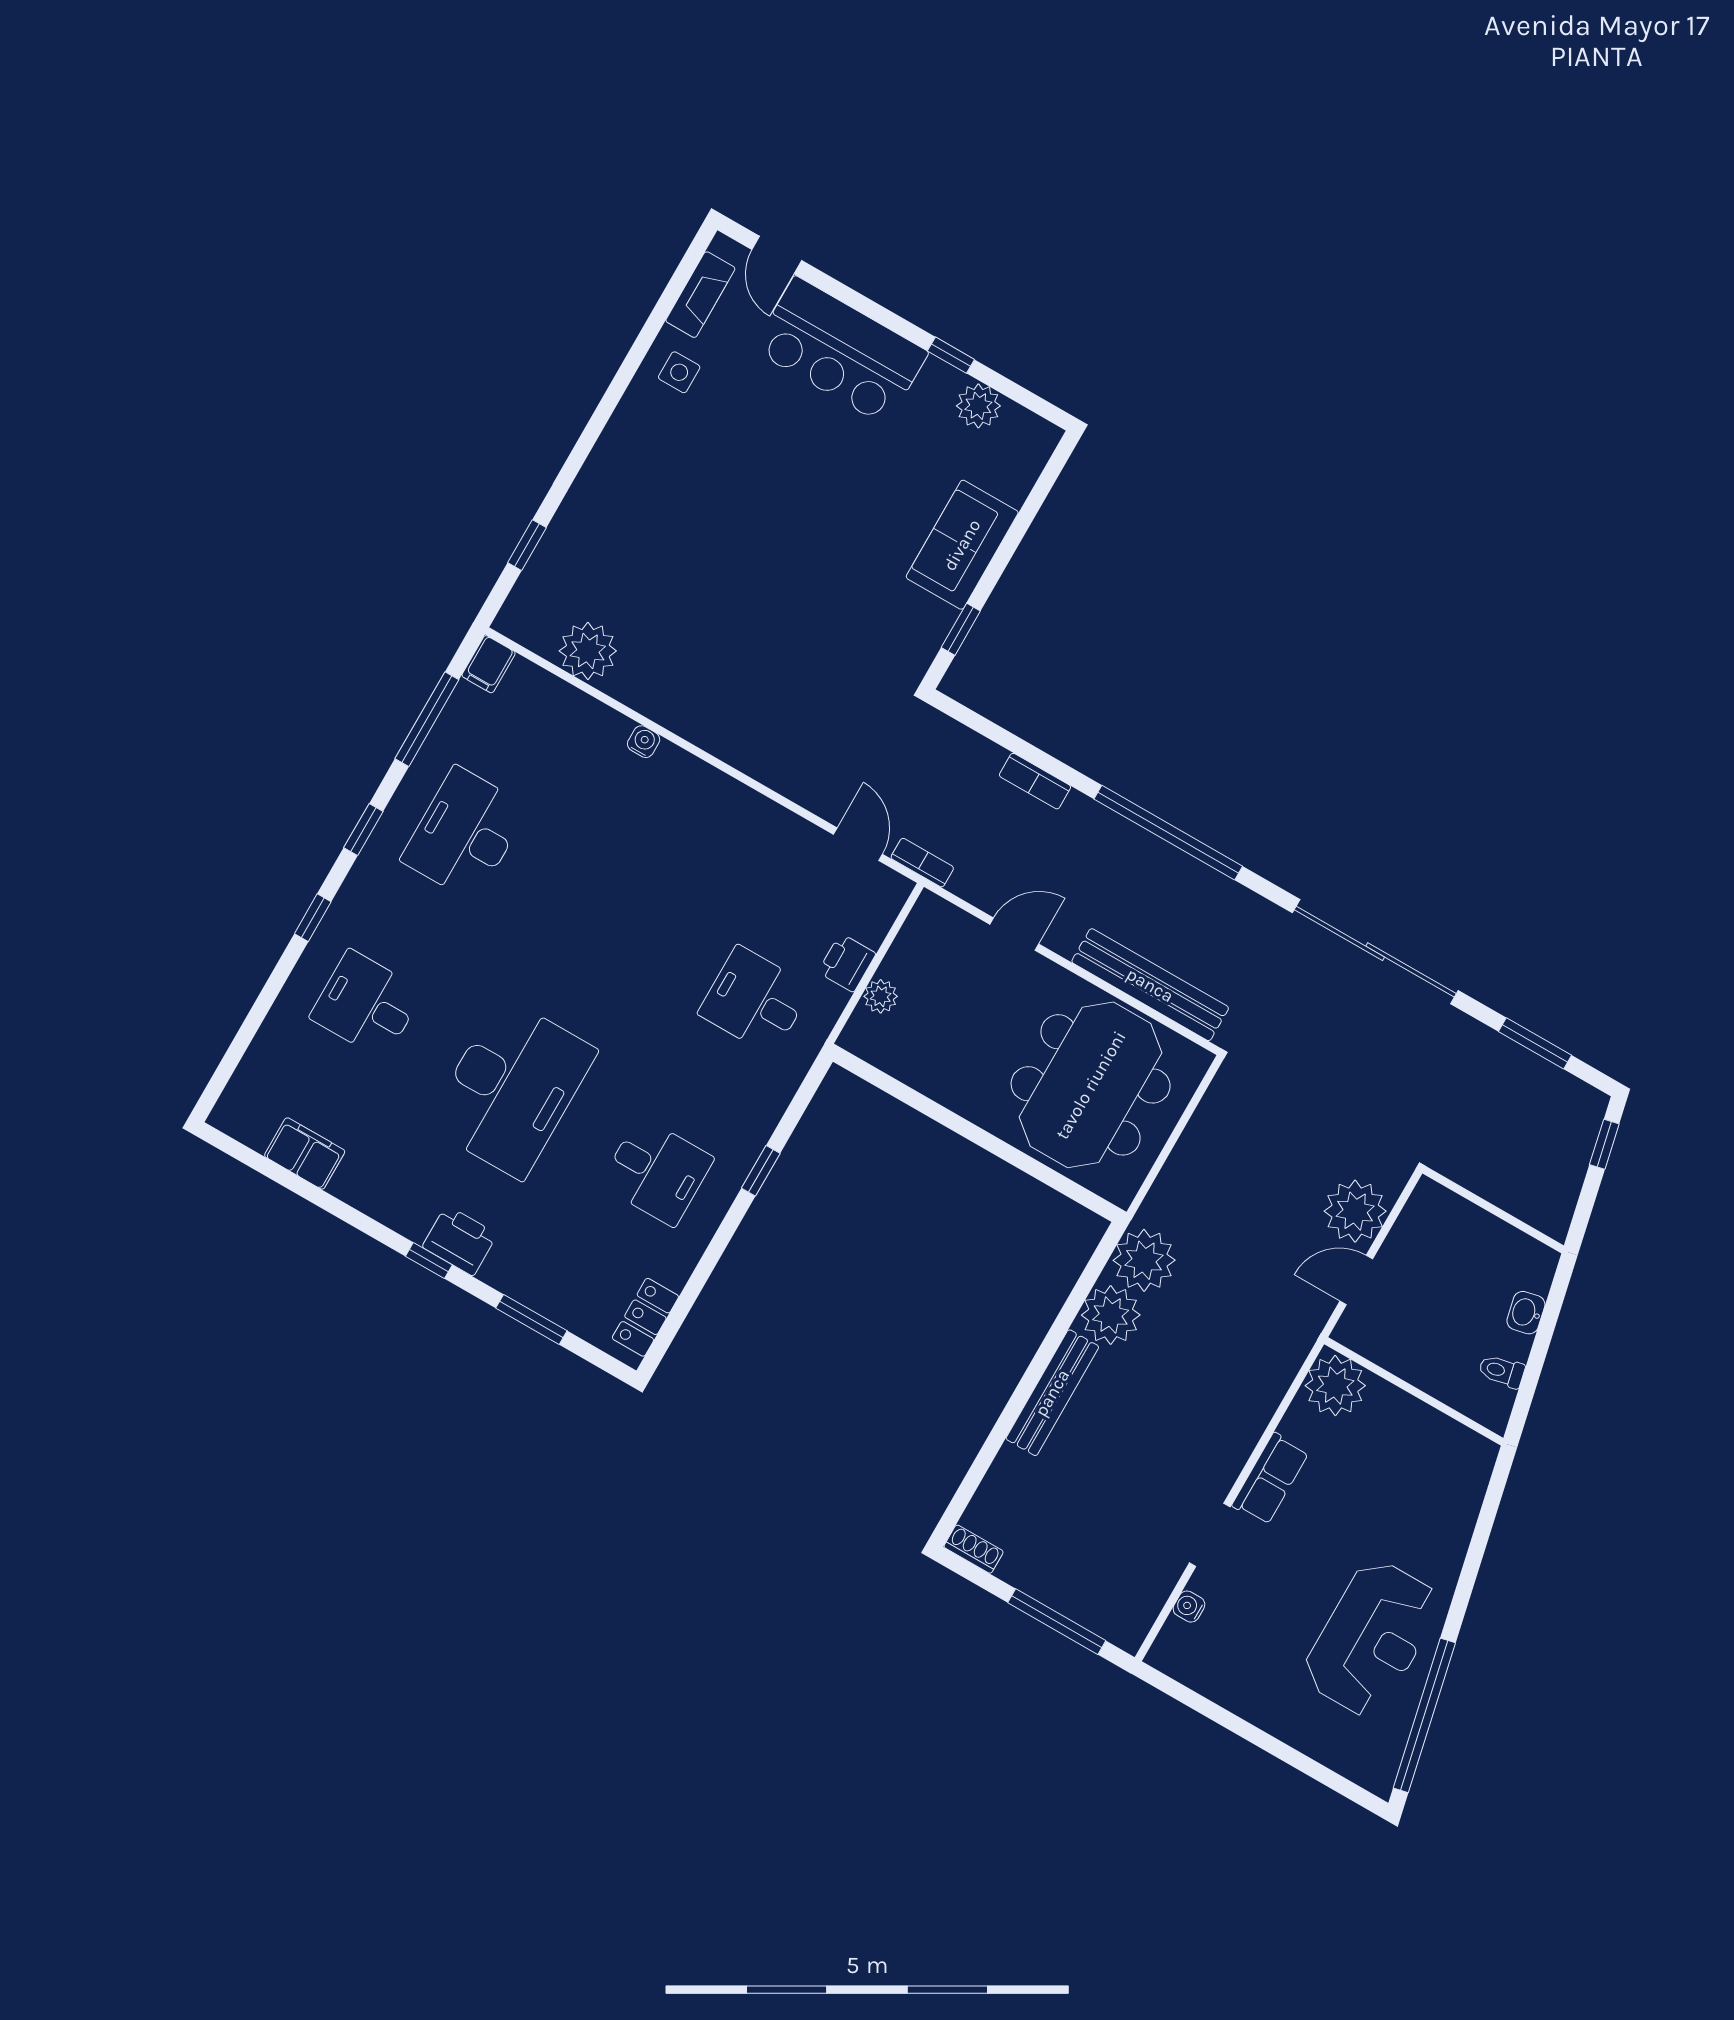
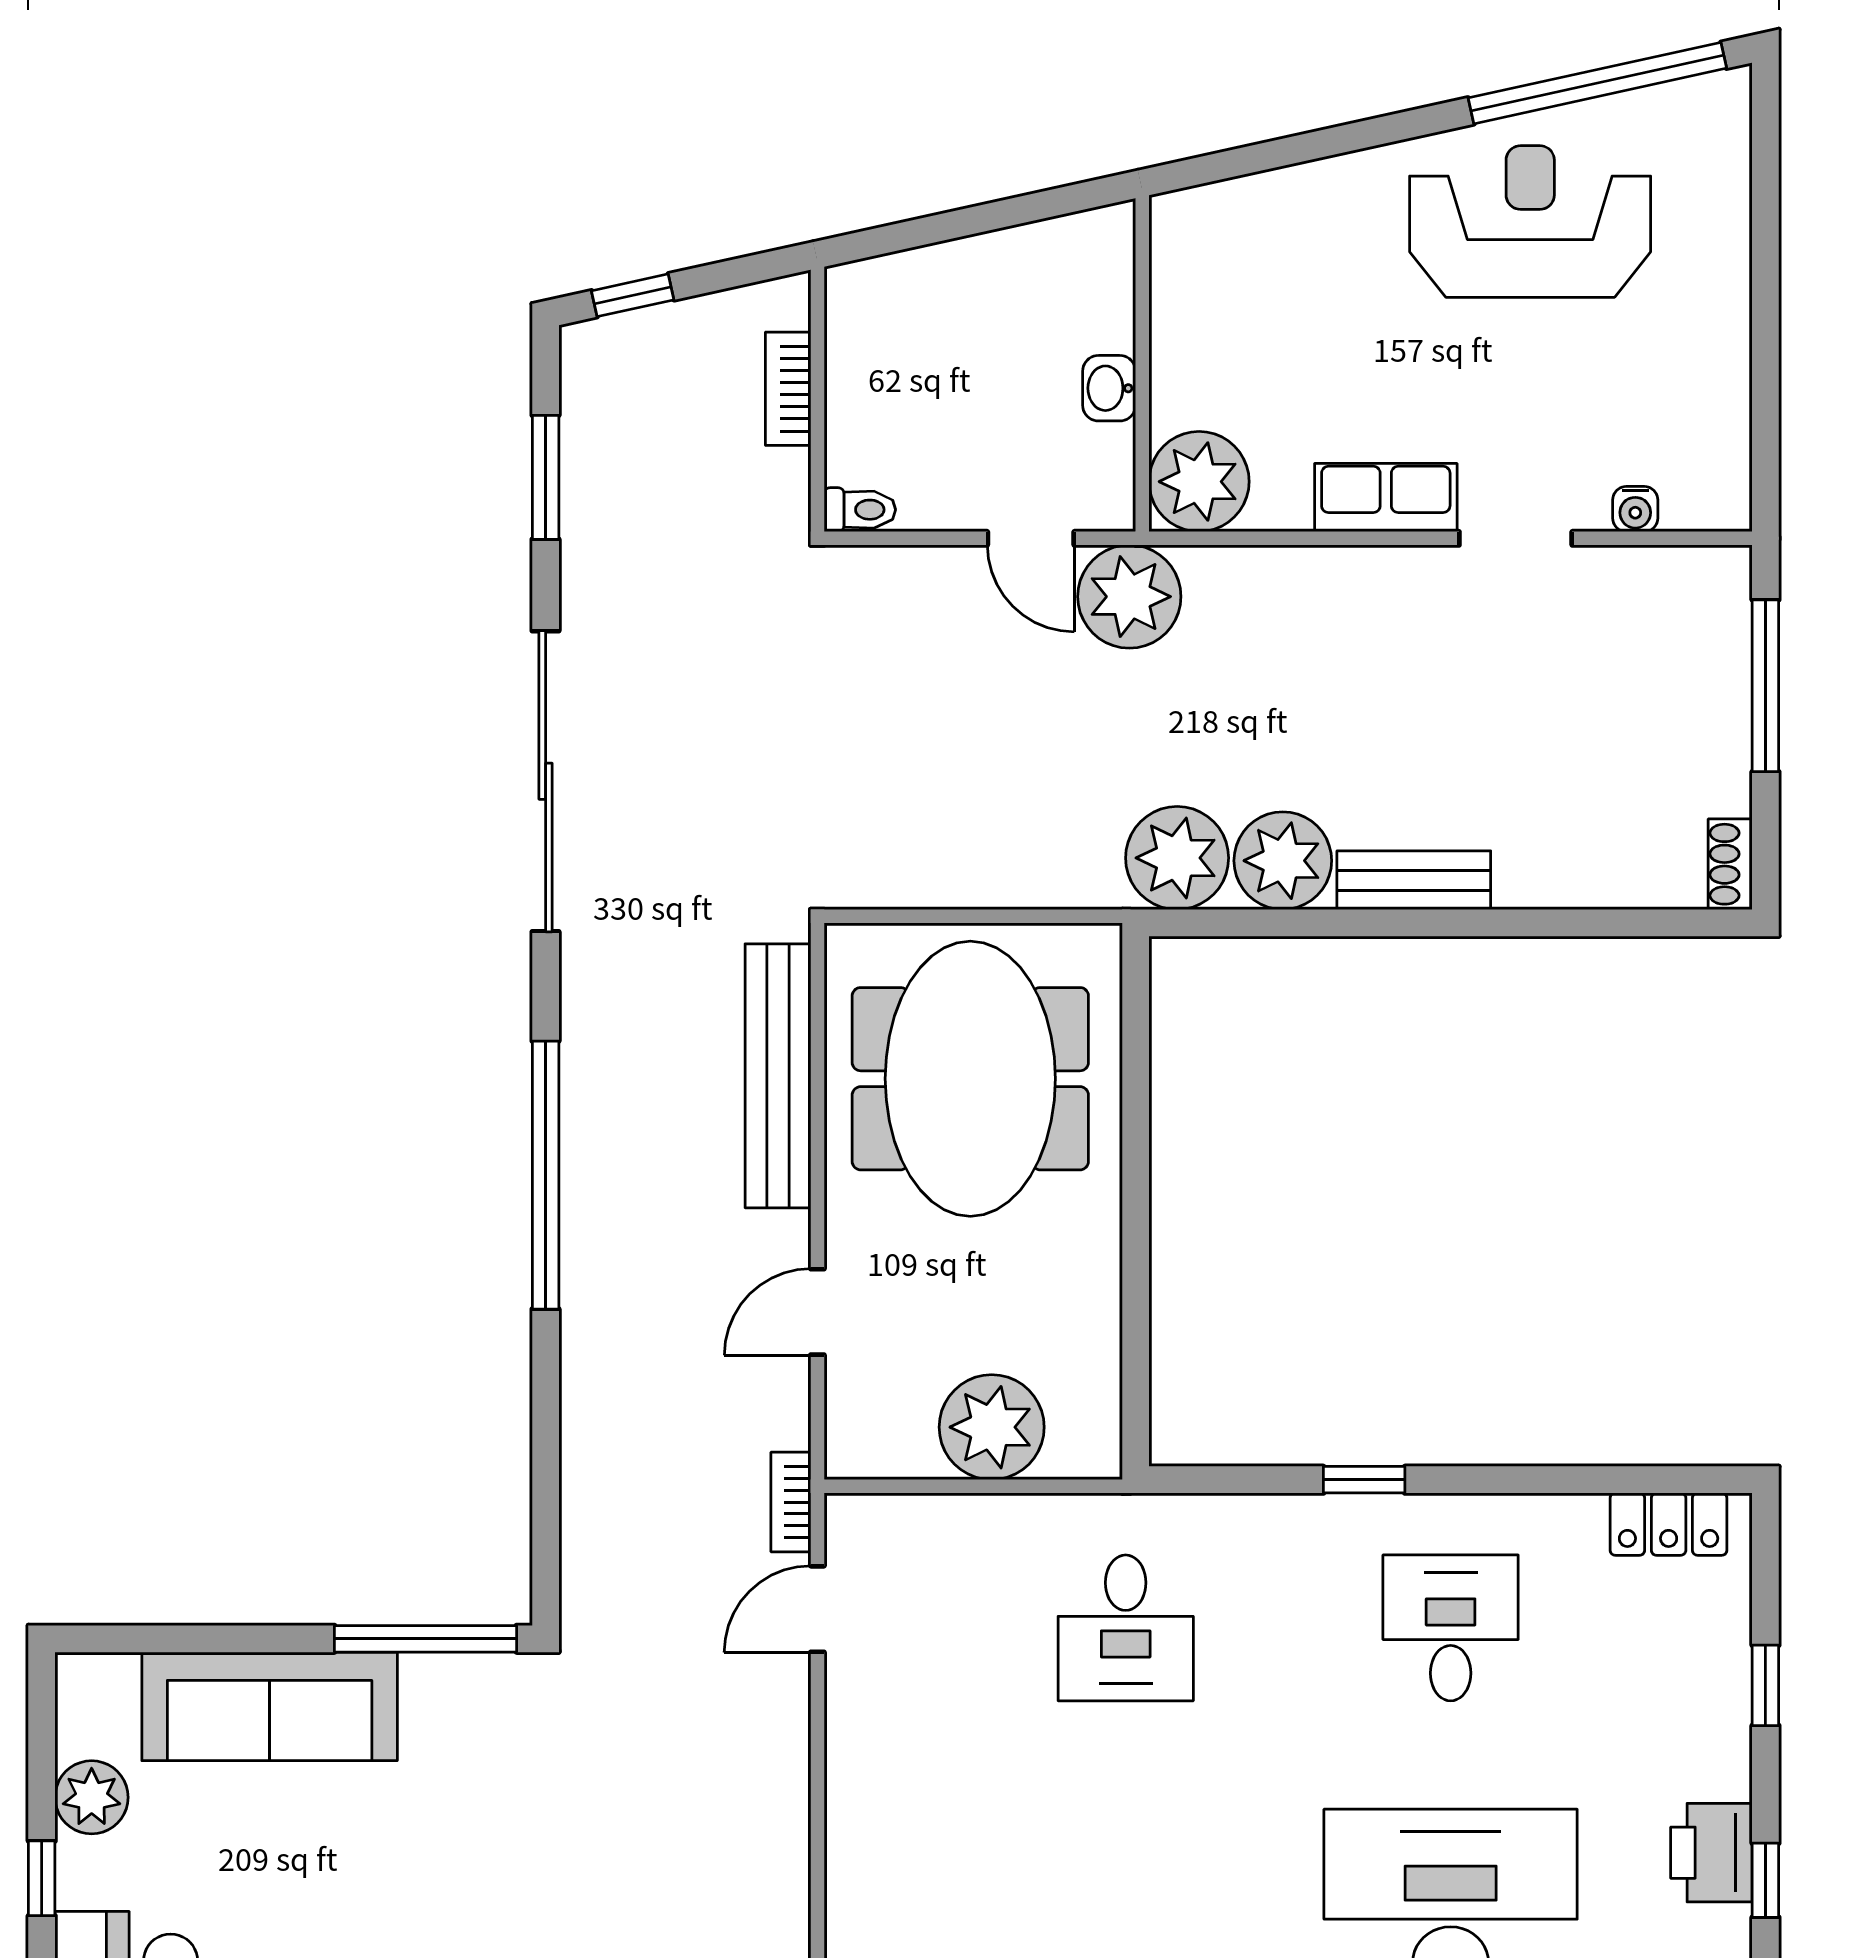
sofa: (962, 545) -> (270, 1706), width x1.36
window: (961, 629) -> (426, 1639), width x2.17
bookcase: (1035, 781) -> (788, 389), moved, turned 180
door: (1014, 934) -> (817, 1312), hinge flipped
printer: (847, 963) -> (996, 1528), removed
plant: (881, 996) -> (992, 1427), width x1.88, depth x1.88
meeting table: (1091, 1085) -> (970, 1079), turned 90
plant: (1355, 1211) -> (1129, 597), moved
washbasin: (1526, 1313) -> (1109, 388), moved, turned 102
window: (531, 1319) -> (1765, 1685), width x0.67
toilet: (1502, 1371) -> (860, 510), moved, turned -78
bench: (1052, 1393) -> (1414, 880), width x0.73

